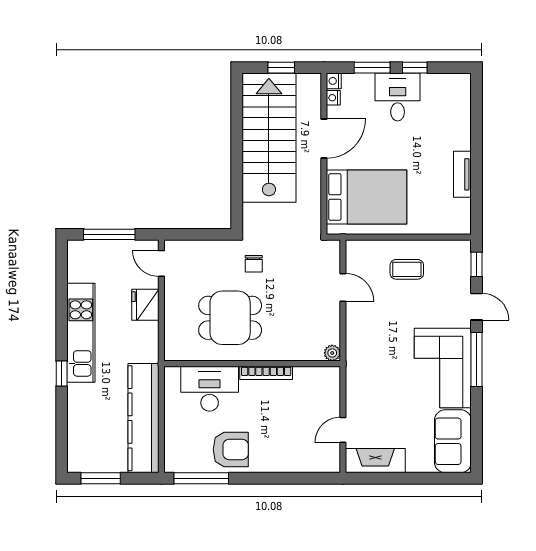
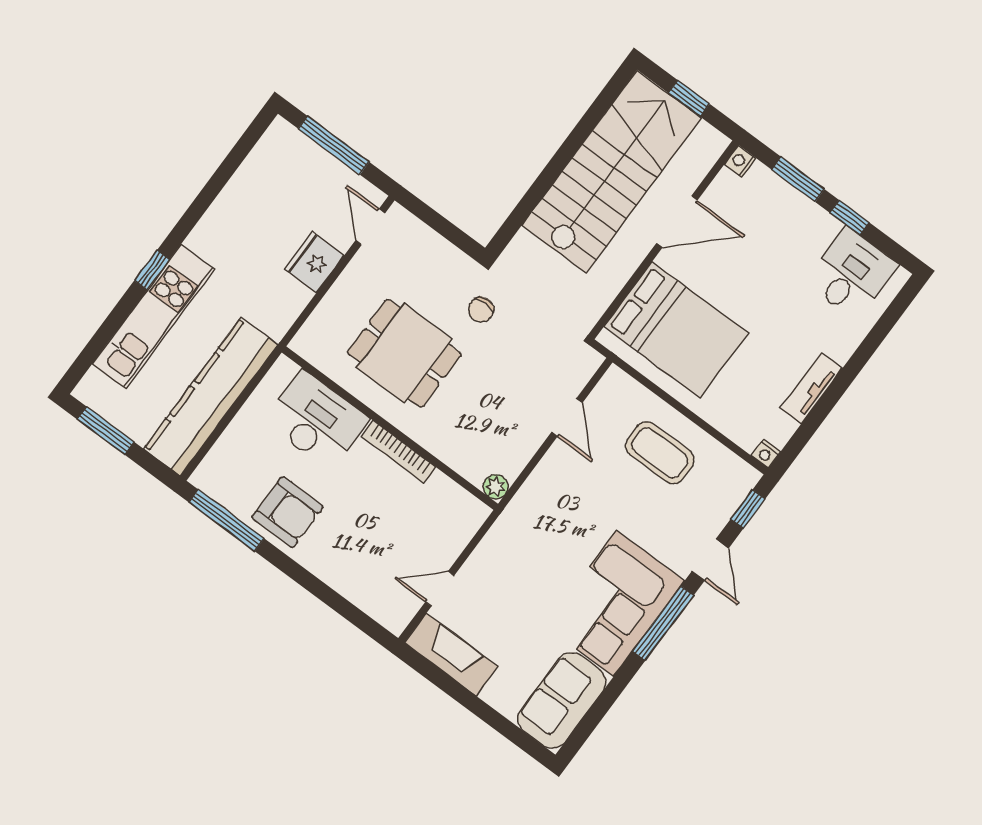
desk: (398, 97) -> (851, 274), moved
nightstand: (333, 98) -> (766, 454), moved, turned -90
coffee table: (407, 269) -> (660, 453), width x1.36, depth x1.30
kitchen unit: (81, 333) -> (153, 317), moved

